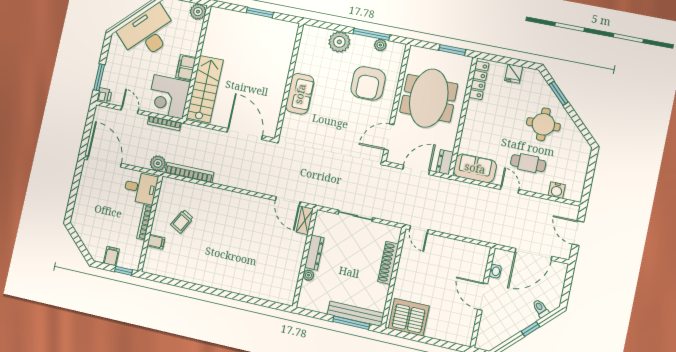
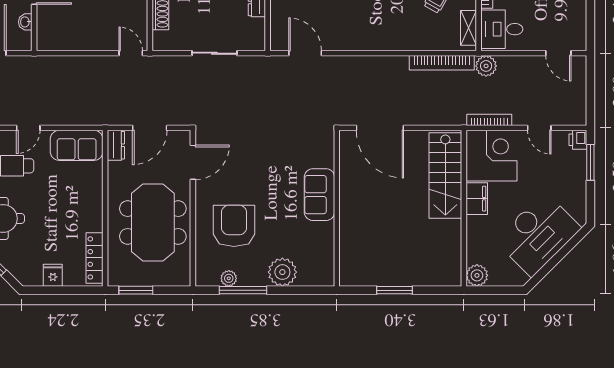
door: (104, 162) -> (558, 53), width x0.53
door: (510, 189) -> (28, 128), hinge flipped
shelving: (305, 220) -> (469, 28), moved

